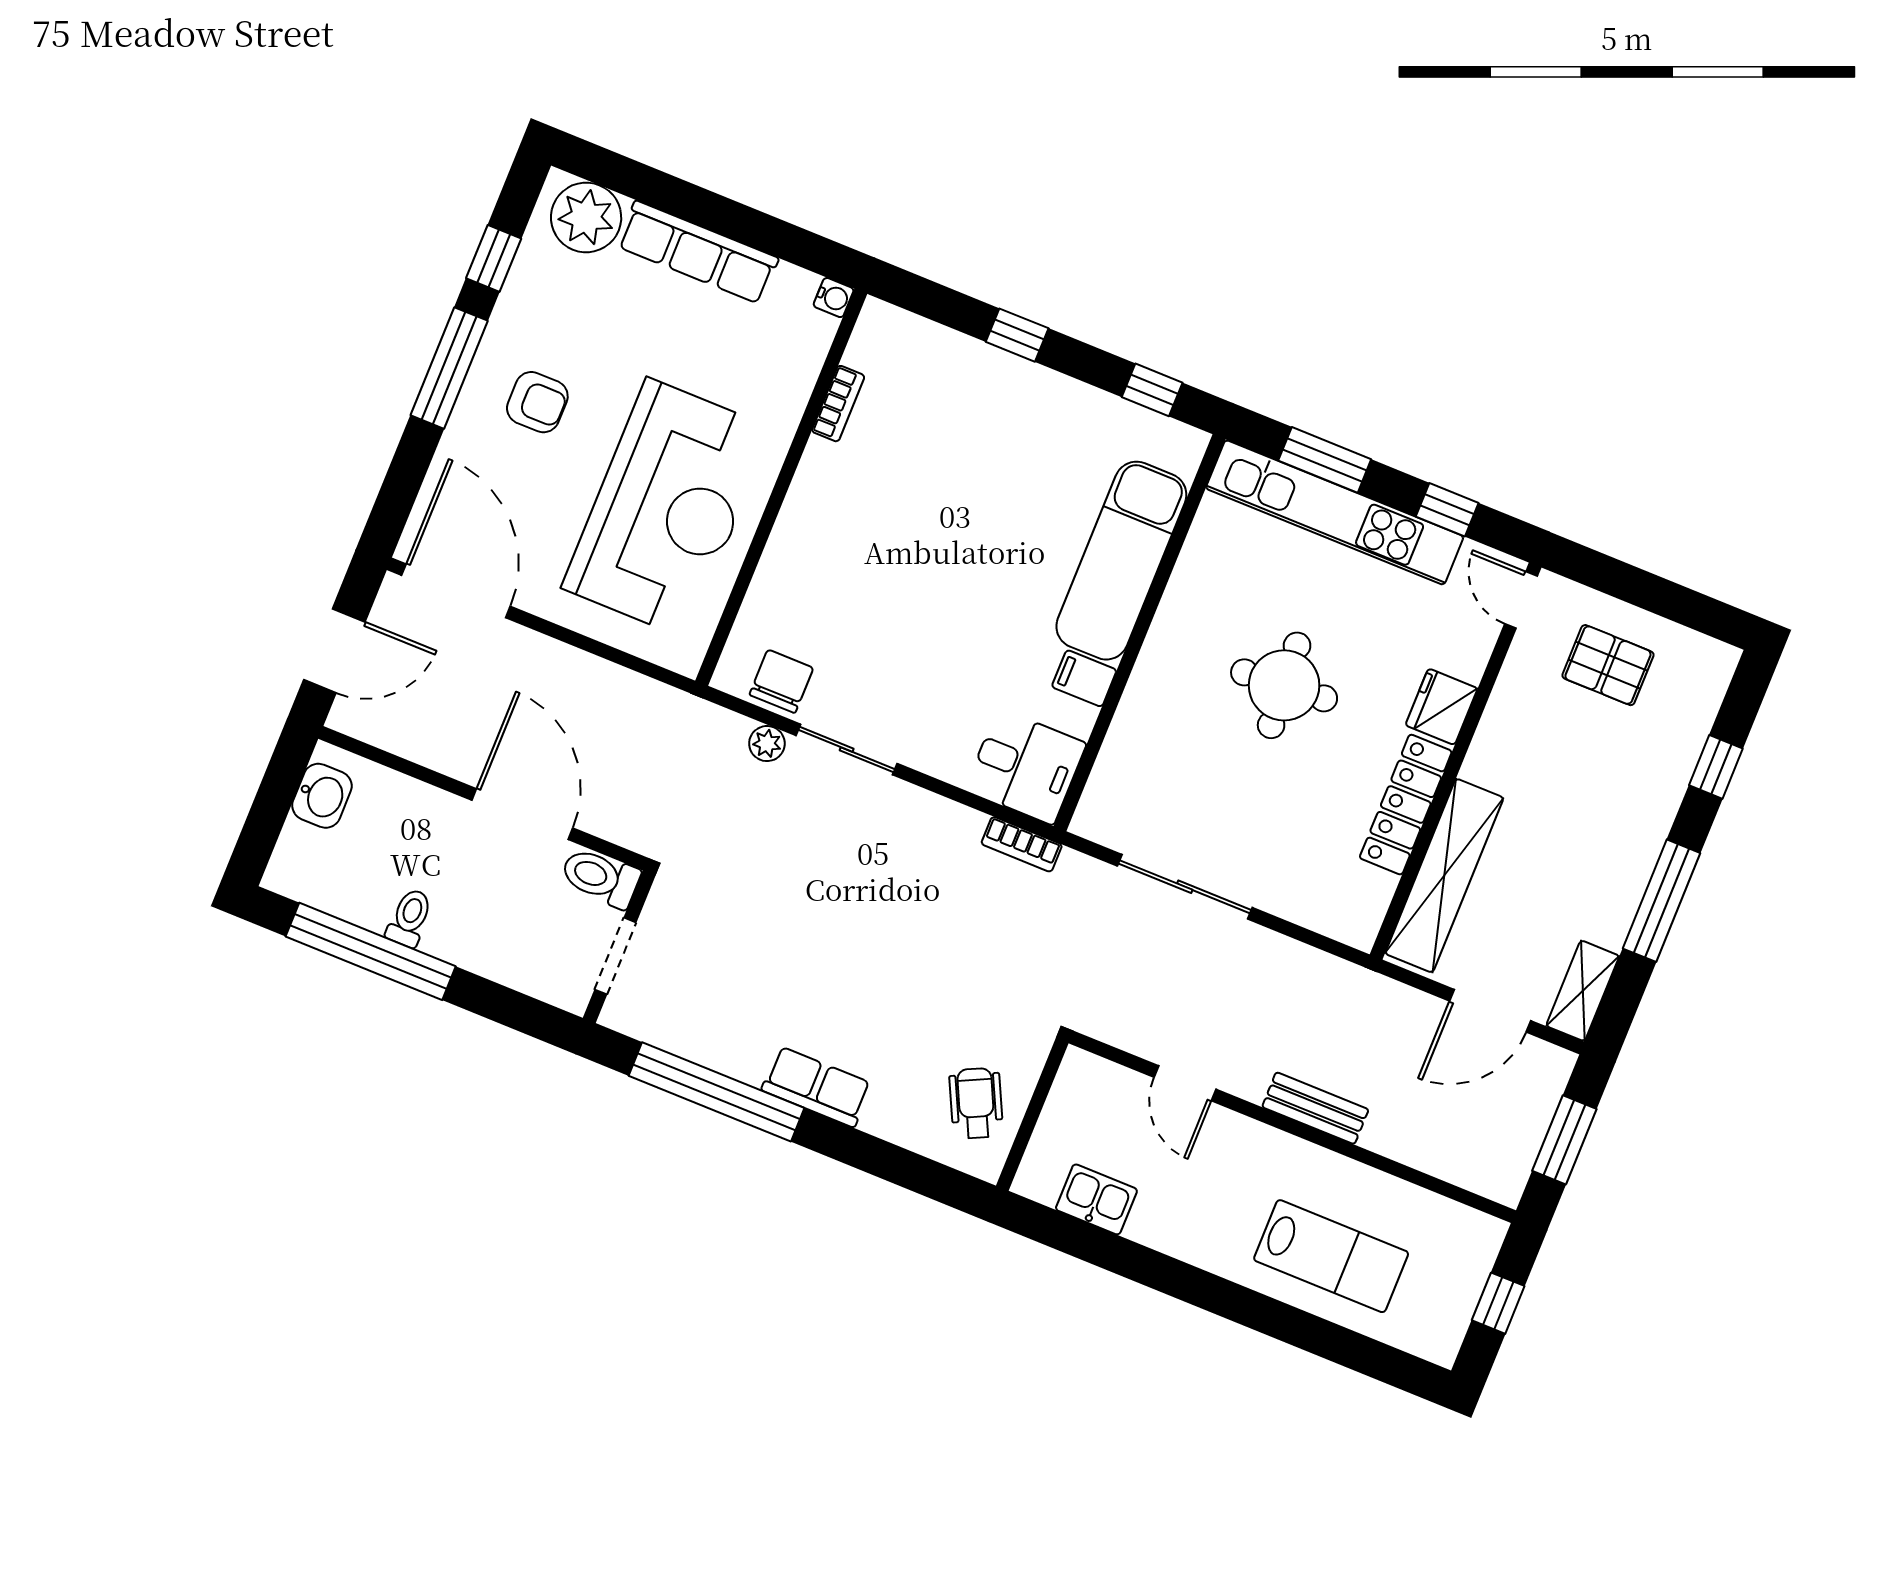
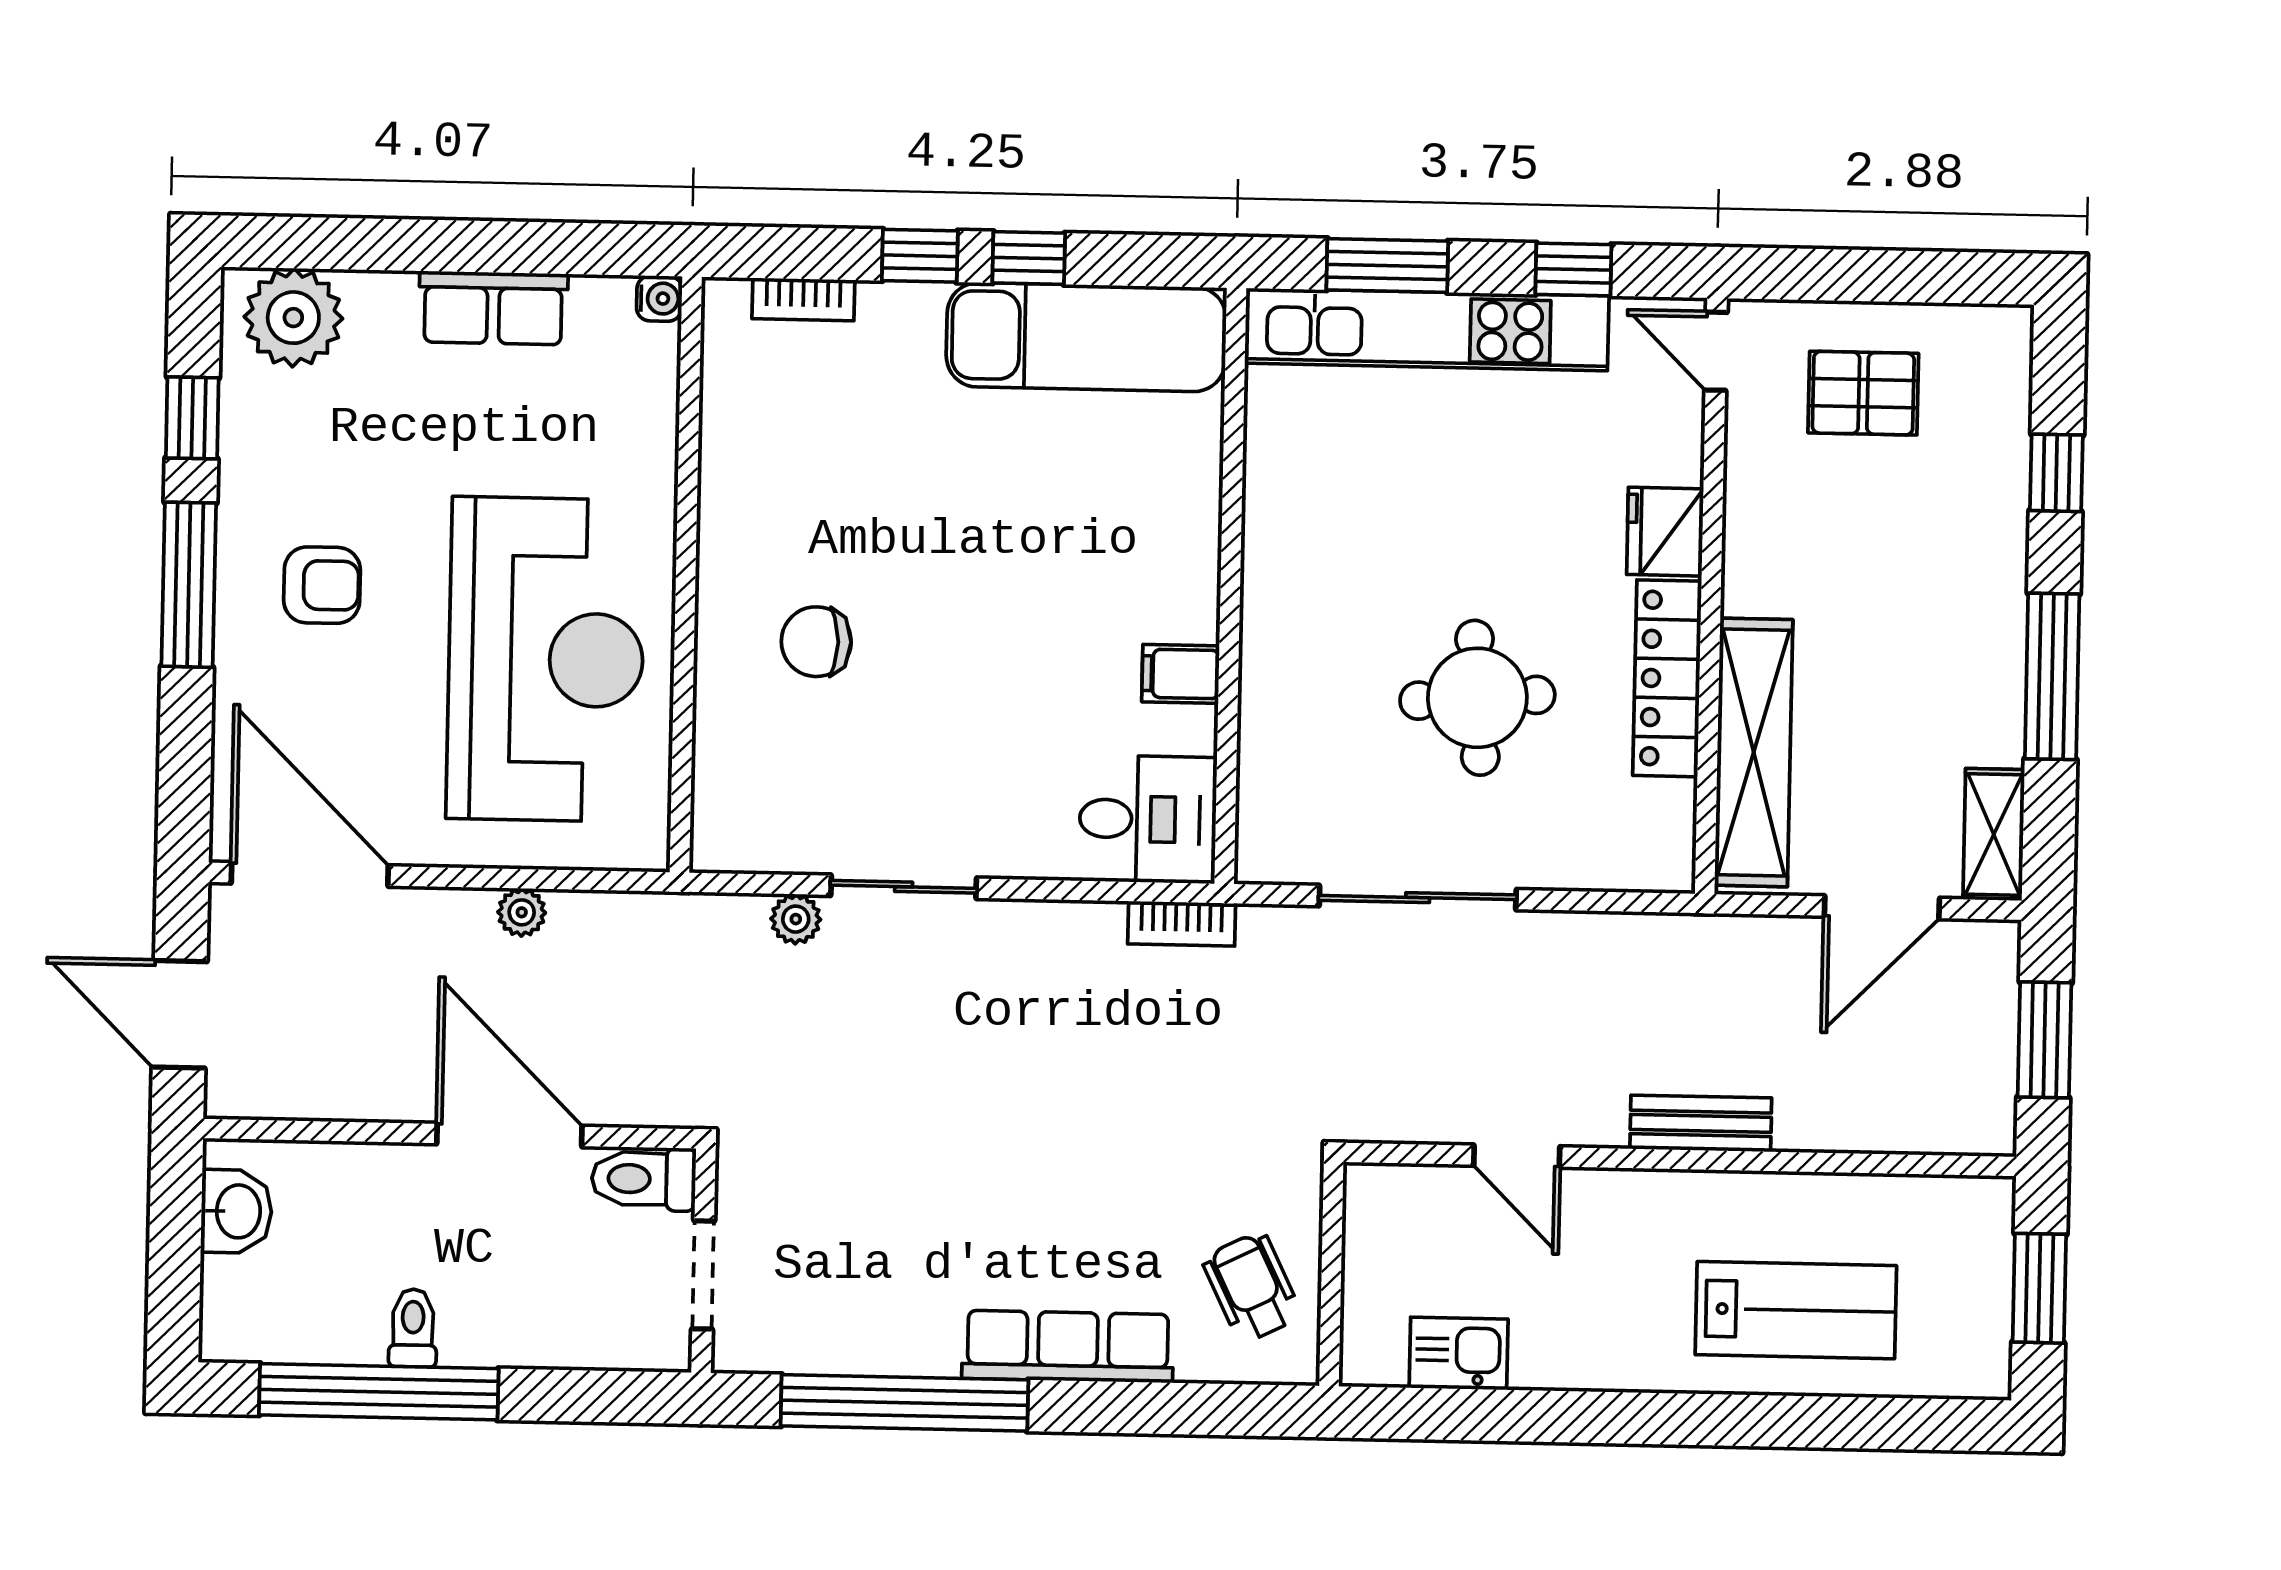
row of seats: (698, 252) -> (493, 308), width x0.68
window: (1152, 390) -> (1029, 258), moved
bookcase: (838, 404) -> (803, 299), moved, turned 90
exam couch: (1121, 561) -> (1086, 337), moved, turned -90
door: (334, 651) -> (180, 1014), swing flipped
plant: (587, 670) -> (522, 912), added
chair: (781, 681) -> (816, 642), moved, turned -90
round table: (1284, 685) -> (1477, 698), moved
row of seats: (817, 1087) -> (1068, 1346), width x1.48
window: (1498, 1303) -> (2039, 1288), width x1.50

